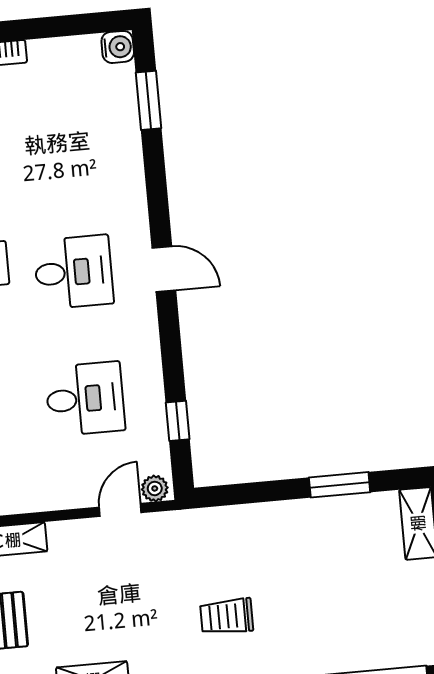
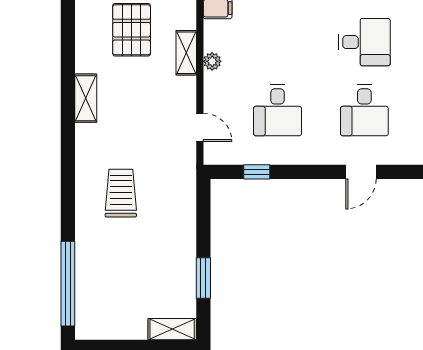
plant: (155, 488) -> (212, 61), moved
trolley: (227, 616) -> (121, 193), width x1.36, depth x1.39

